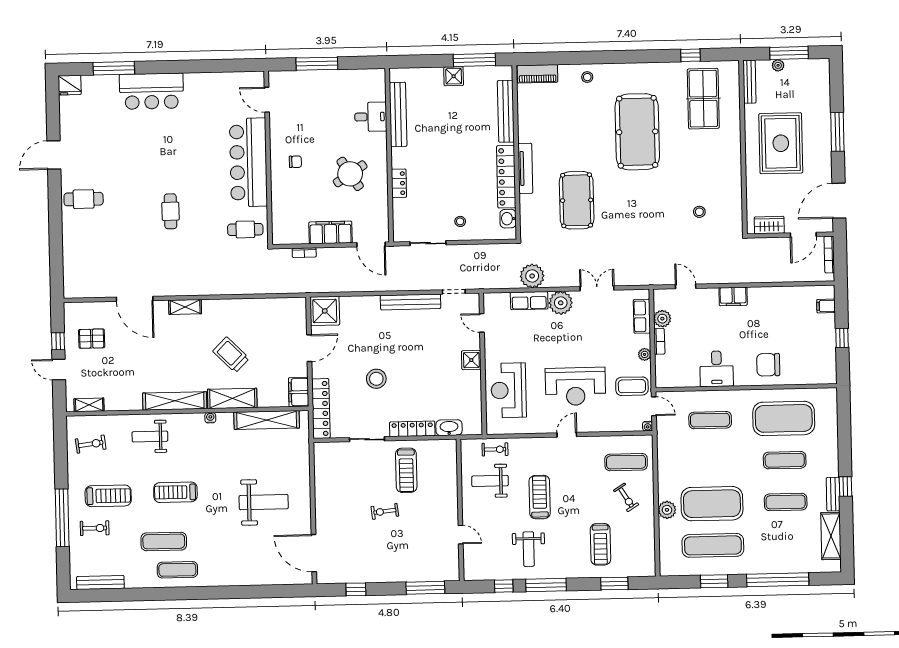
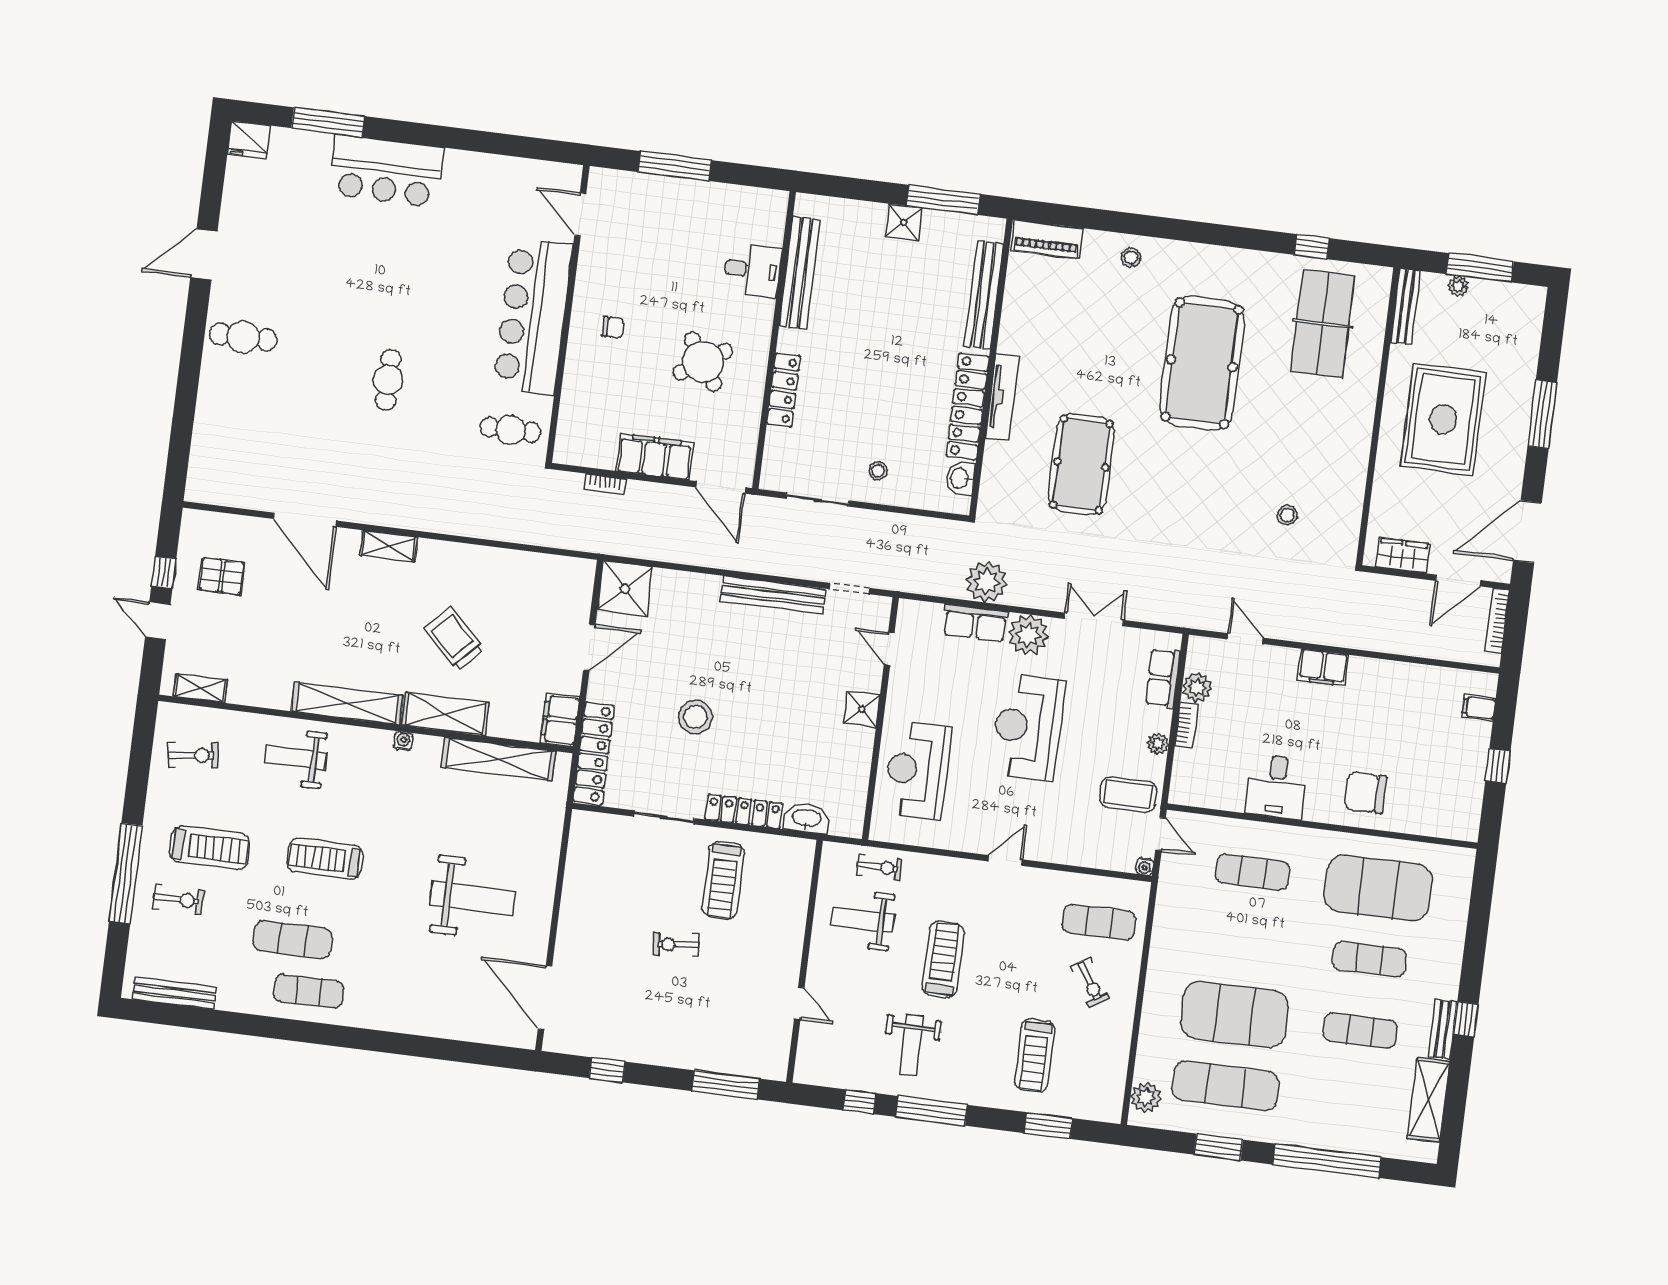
locker: (399, 183) -> (784, 390), width x1.53
reception desk: (575, 386) -> (1028, 727), moved, turned 90
plant: (667, 510) -> (1146, 1097), moved

